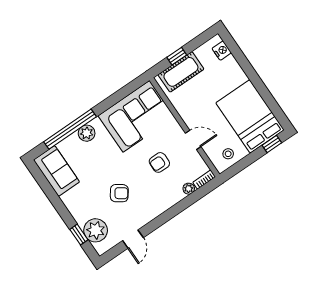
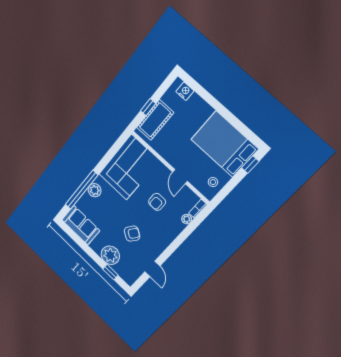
door: (193, 140) -> (180, 177), swing flipped
plant: (96, 230) -> (110, 255), moved

